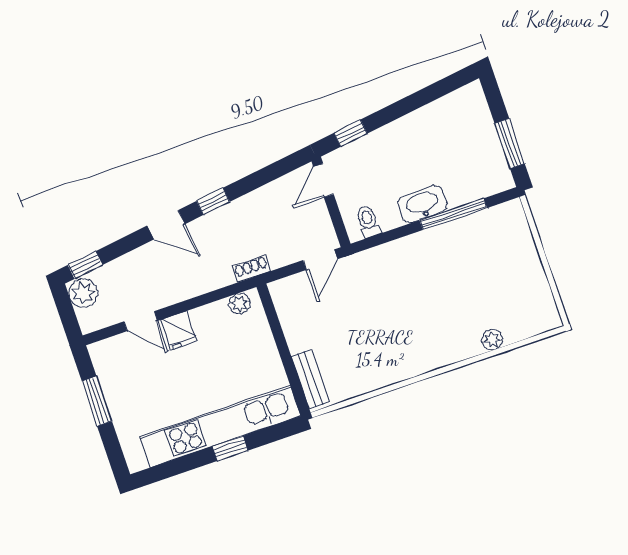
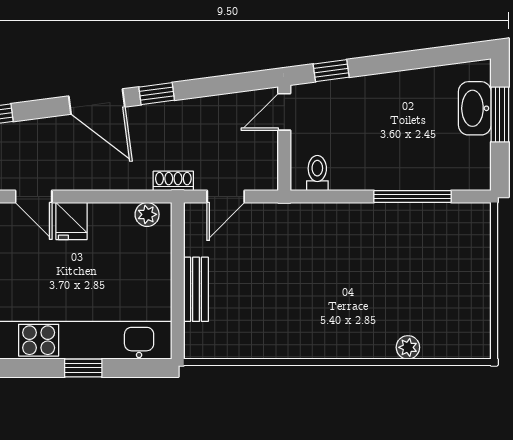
window: (510, 144) -> (500, 115), moved
washbasin: (423, 204) -> (475, 108), moved, turned -90
door: (166, 225) -> (97, 101), width x1.37
door: (320, 260) -> (226, 197), moved
bench: (310, 379) -> (196, 289), moved

